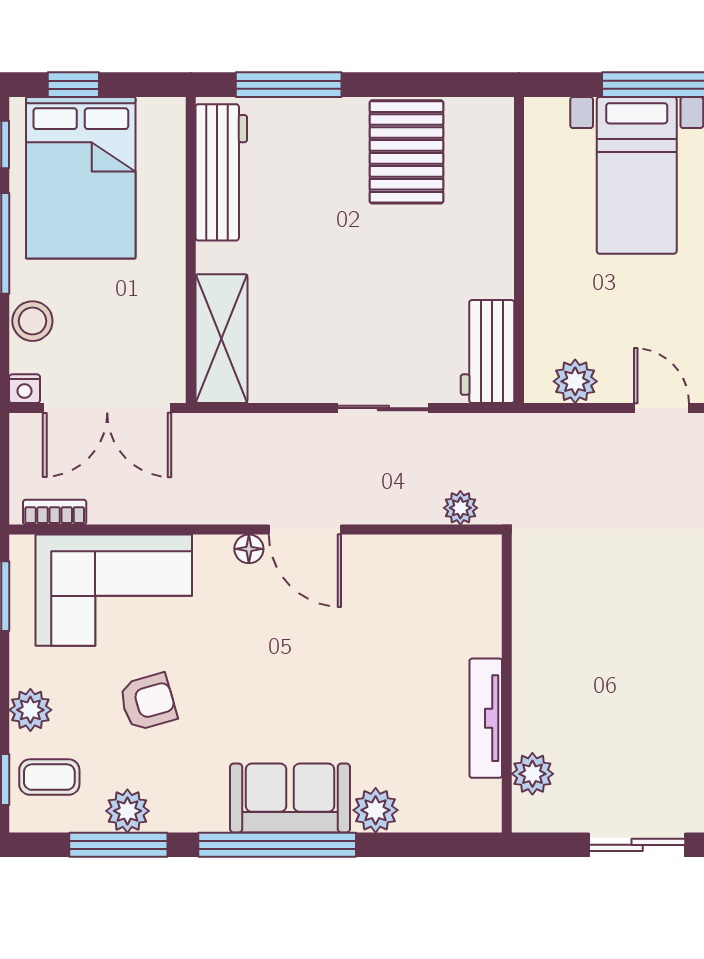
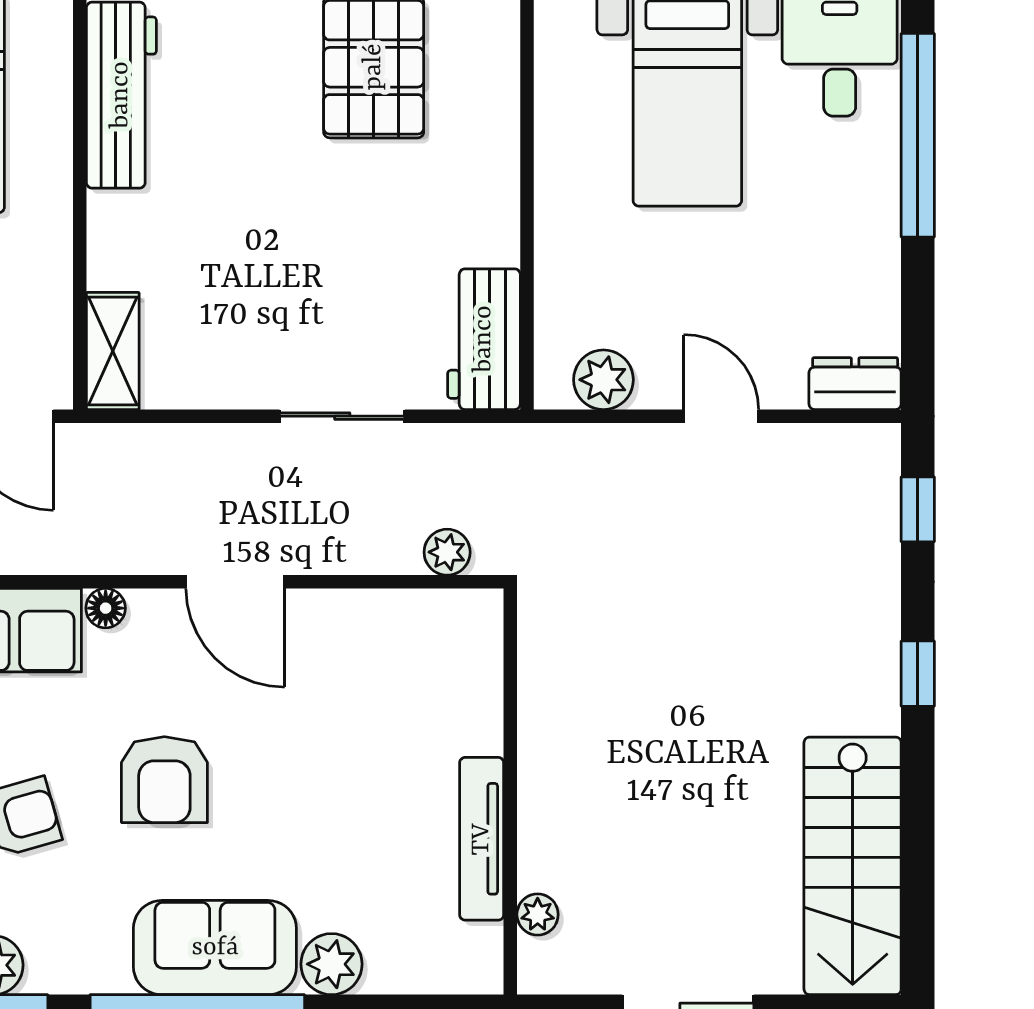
shelving: (221, 339) -> (113, 351), width x0.67, depth x0.75
floor lamp: (249, 549) -> (106, 608), moved
armchair: (253, 675) -> (164, 780), added
plant: (532, 774) -> (538, 914), width x0.73, depth x0.73

